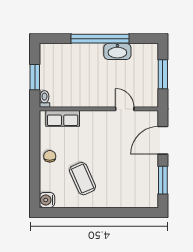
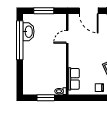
window: (100, 39) -> (20, 40), moved
washbasin: (117, 51) -> (28, 32), moved

